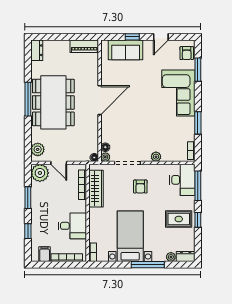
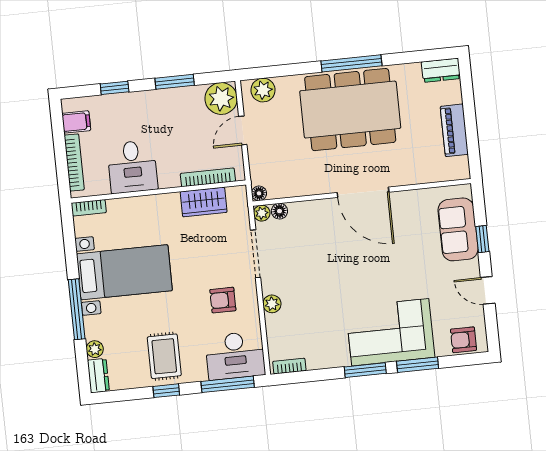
piano: (84, 46) -> (454, 130), moved
window: (198, 70) -> (418, 365), moved
window: (198, 123) -> (365, 370), moved
armchair: (140, 187) -> (223, 300), moved
wardrobe: (96, 189) -> (204, 202), width x0.67

